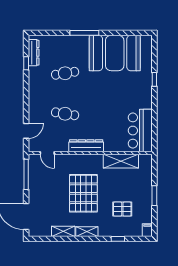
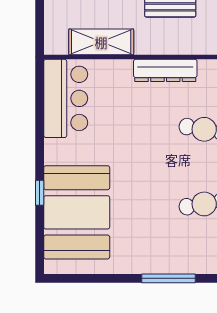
booth: (115, 53) -> (77, 212), moved, turned 90

